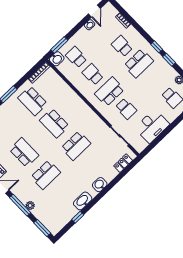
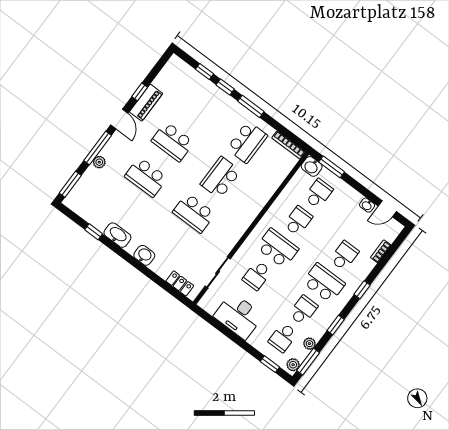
window: (157, 47) -> (362, 290), moved
school desk: (139, 63) -> (324, 283), turned 180
school desk: (155, 81) -> (303, 310), added
school desk: (33, 101) -> (247, 142), turned 180
school desk: (24, 152) -> (173, 142), turned 90

